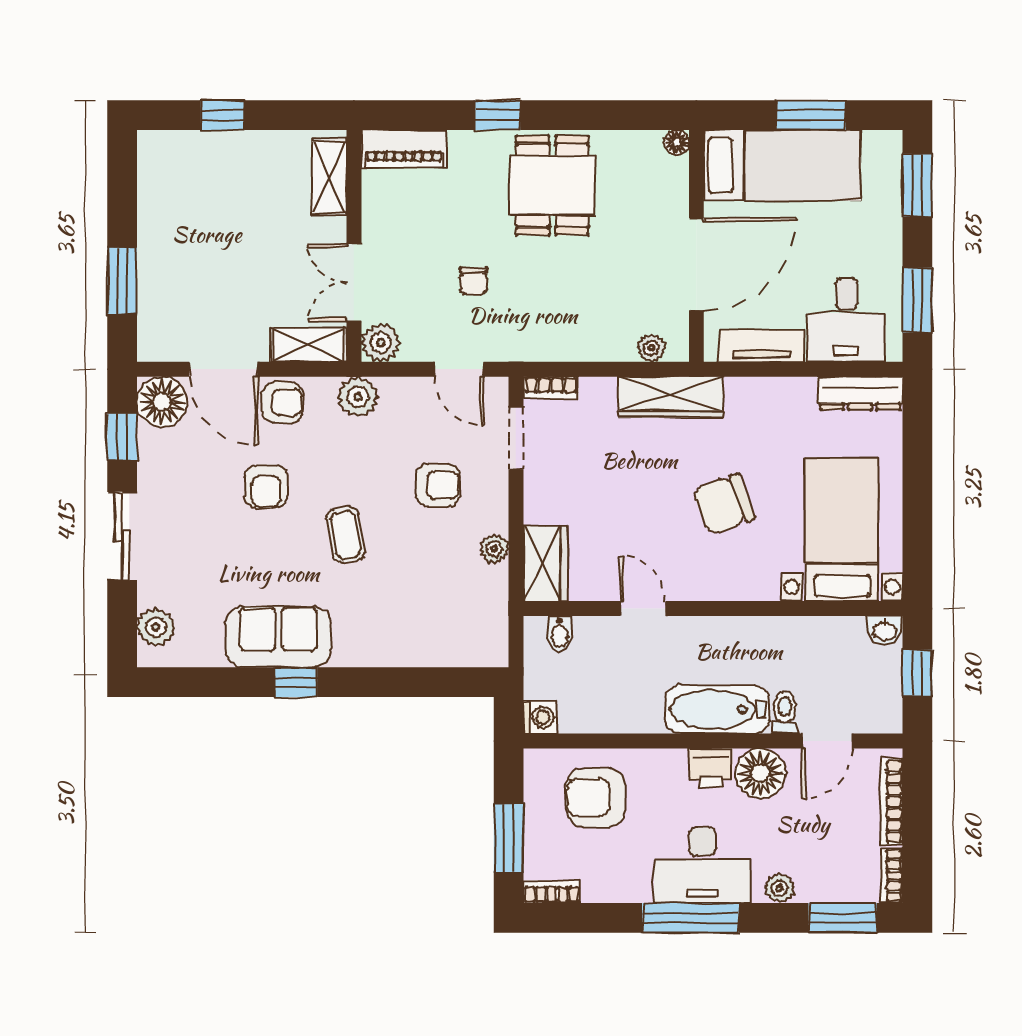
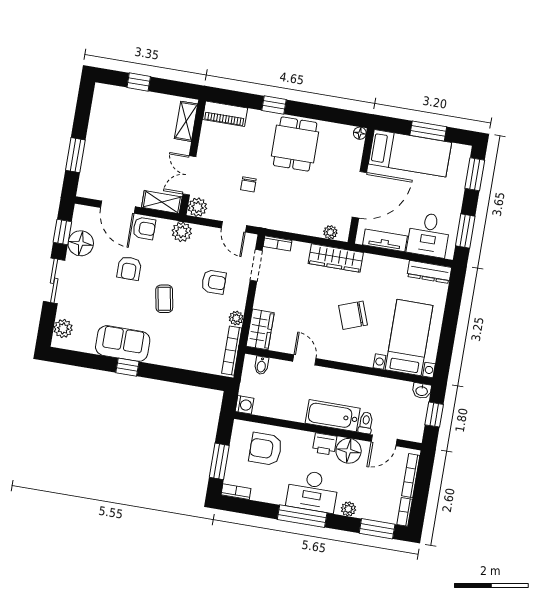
floor lamp: (162, 402) -> (81, 243), moved
bookcase: (496, 614) -> (232, 351), added

